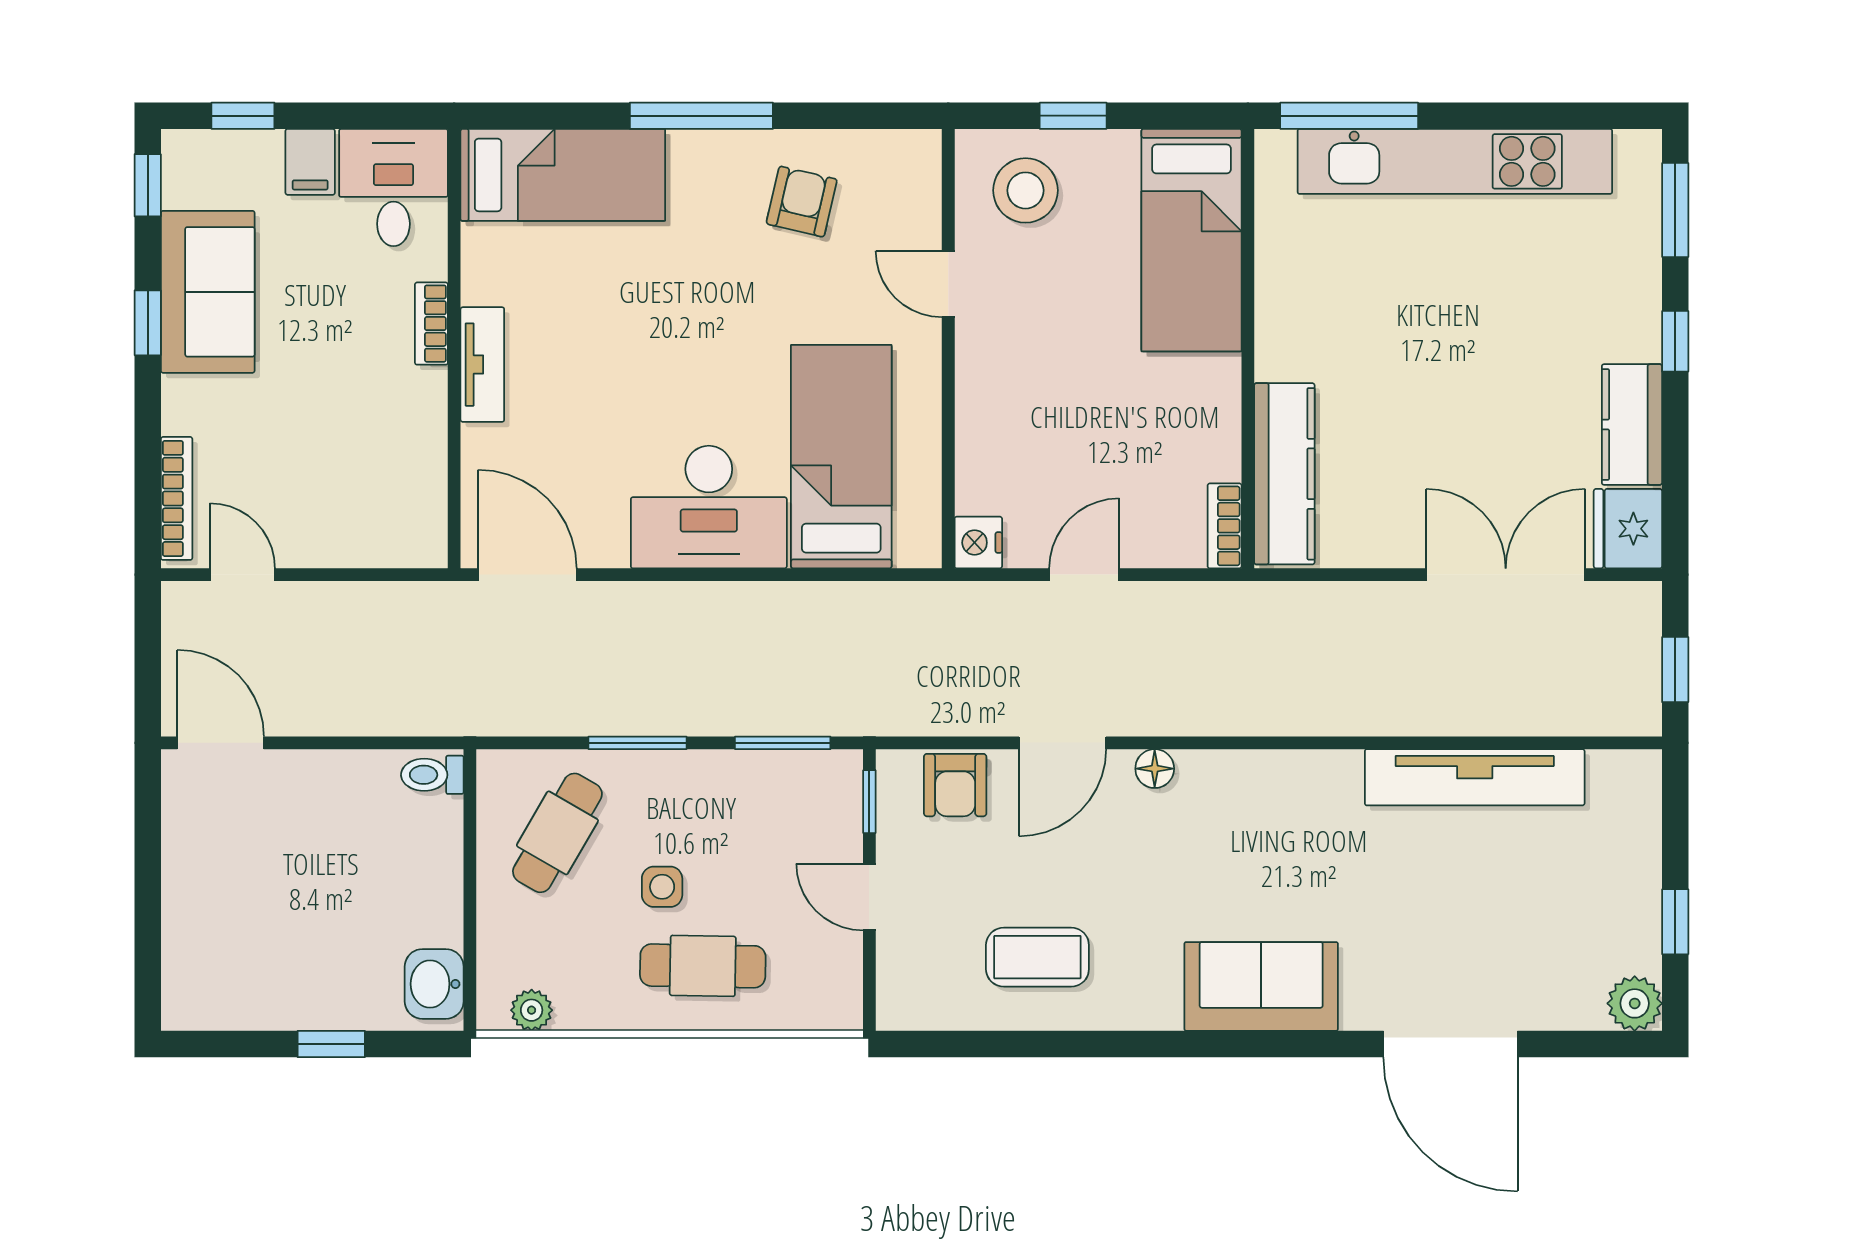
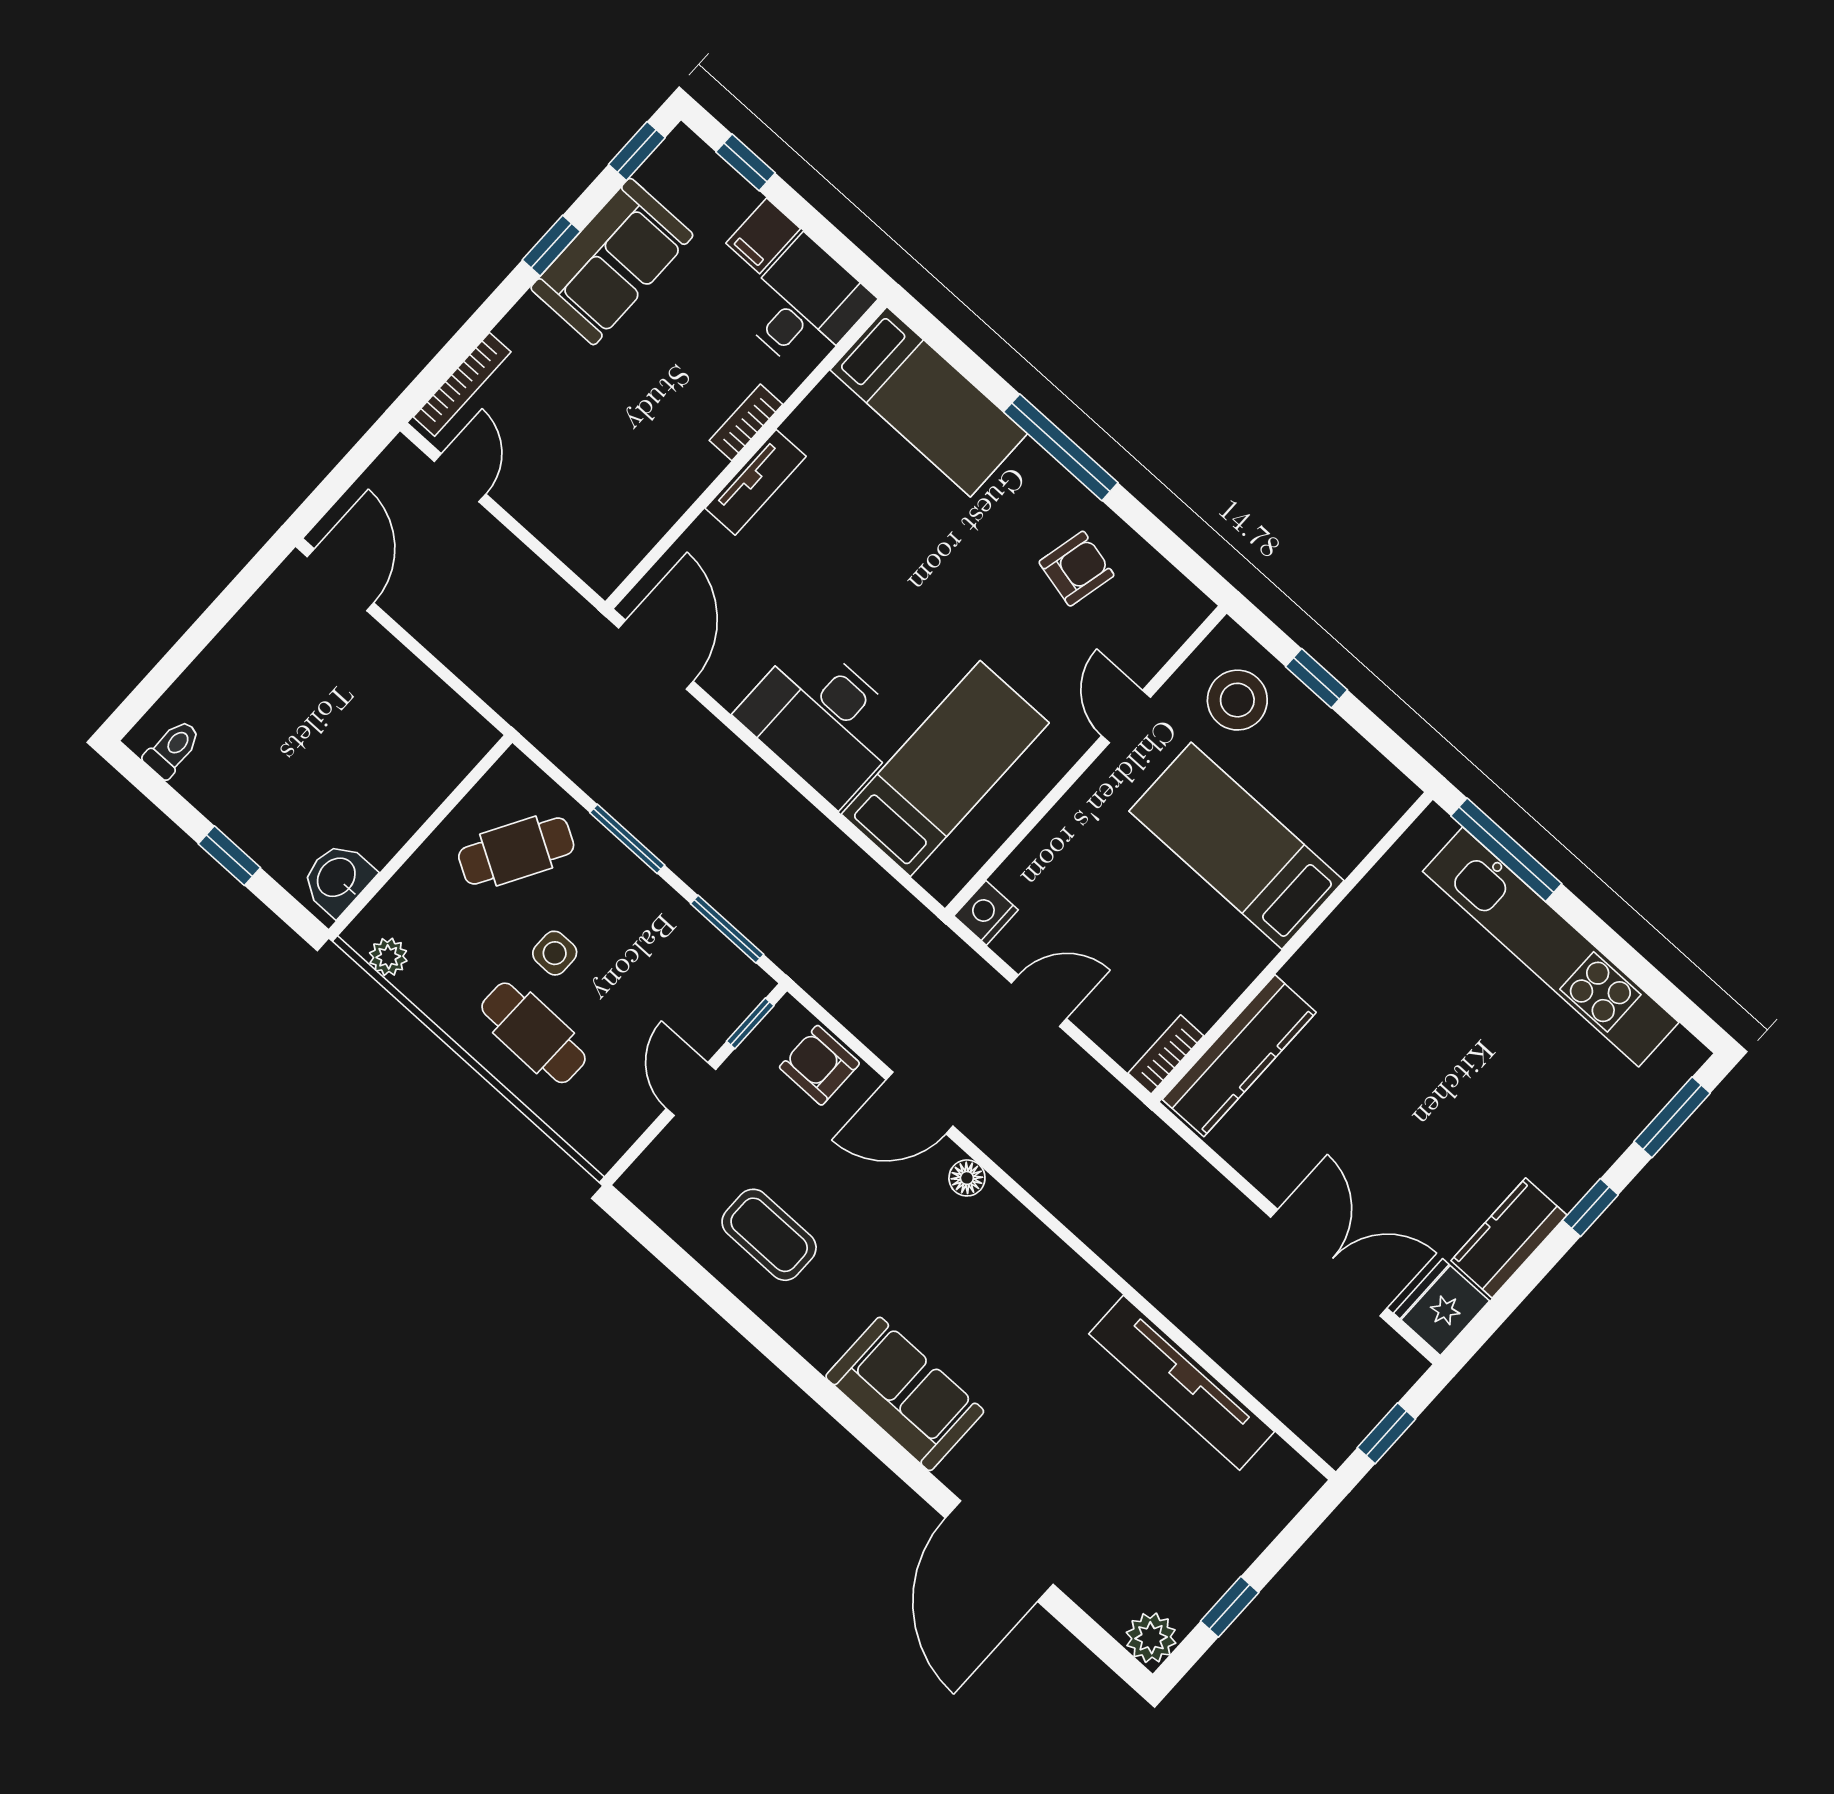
bed: (1191, 240) -> (1237, 846), moved, turned 90
toilet: (432, 775) -> (173, 749), moved, turned 90
armchair: (955, 785) -> (819, 1065), turned 90

